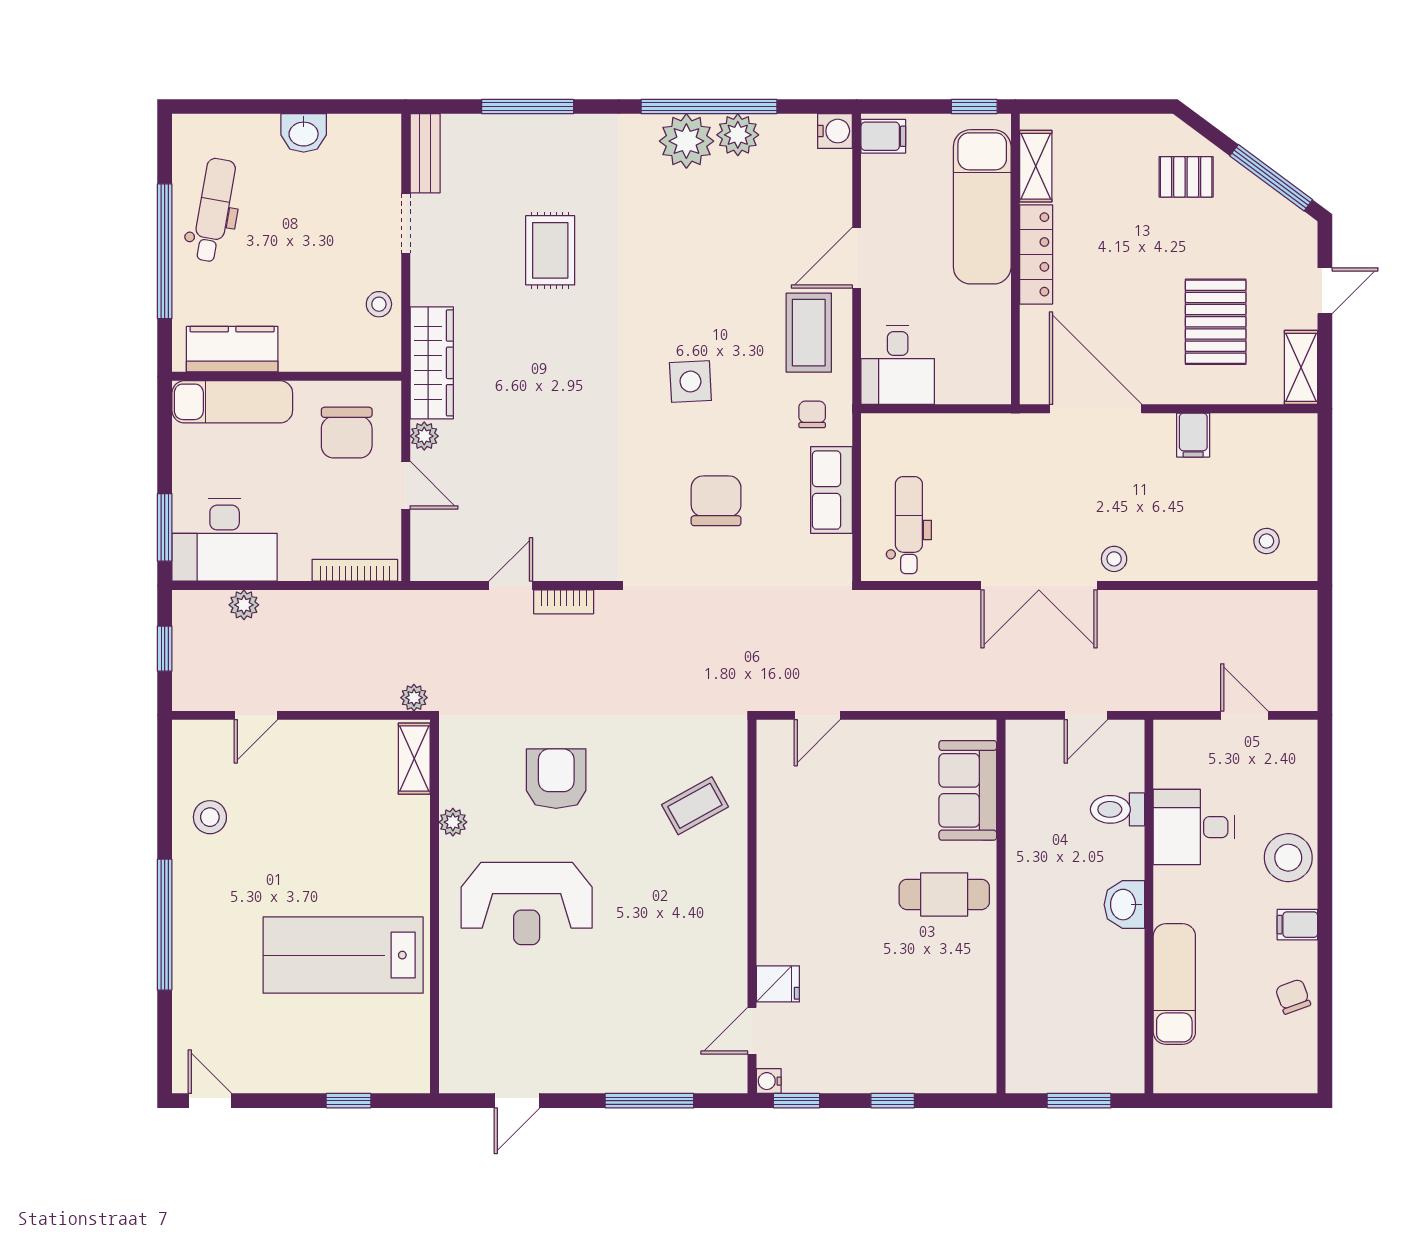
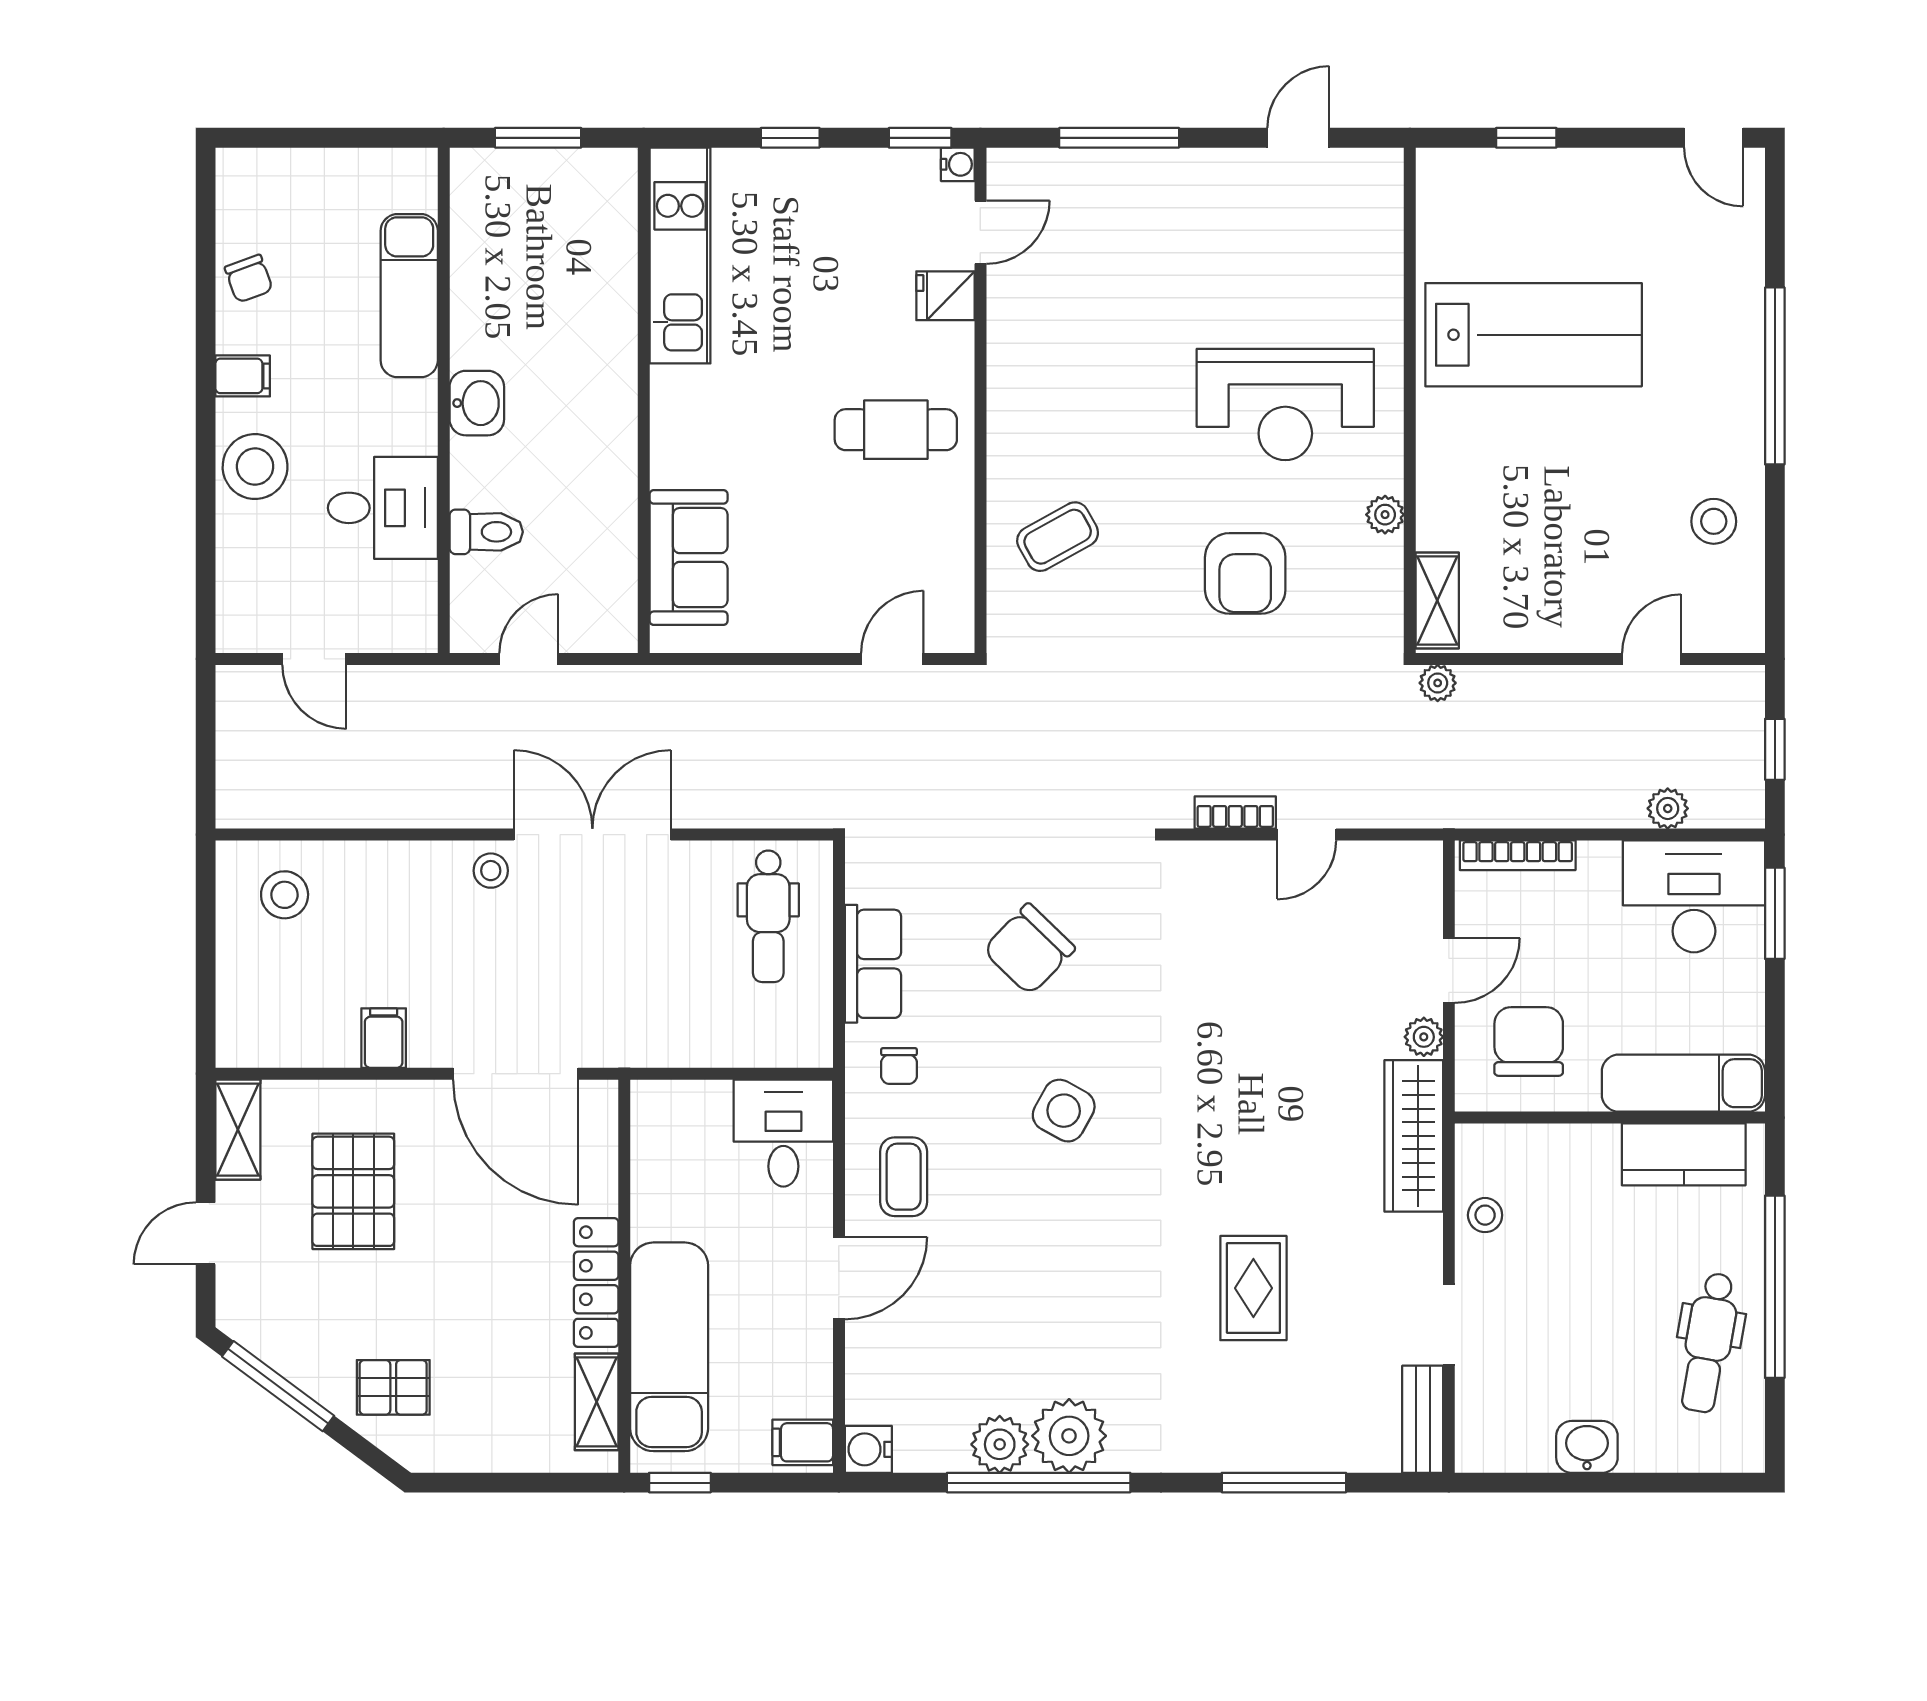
coffee table: (809, 333) -> (904, 1177), width x0.73, depth x0.77
side table: (690, 381) -> (1064, 1111), turned 32
door: (406, 485) -> (1449, 971), swing flipped
chair: (716, 501) -> (1029, 949), turned 44
stool: (1266, 541) -> (285, 895), width x1.37, depth x1.37
cafe table: (944, 894) -> (896, 430), moved
reception desk: (527, 903) -> (1285, 405), turned 180
kitchen unit: (974, 1014) -> (680, 255), added

